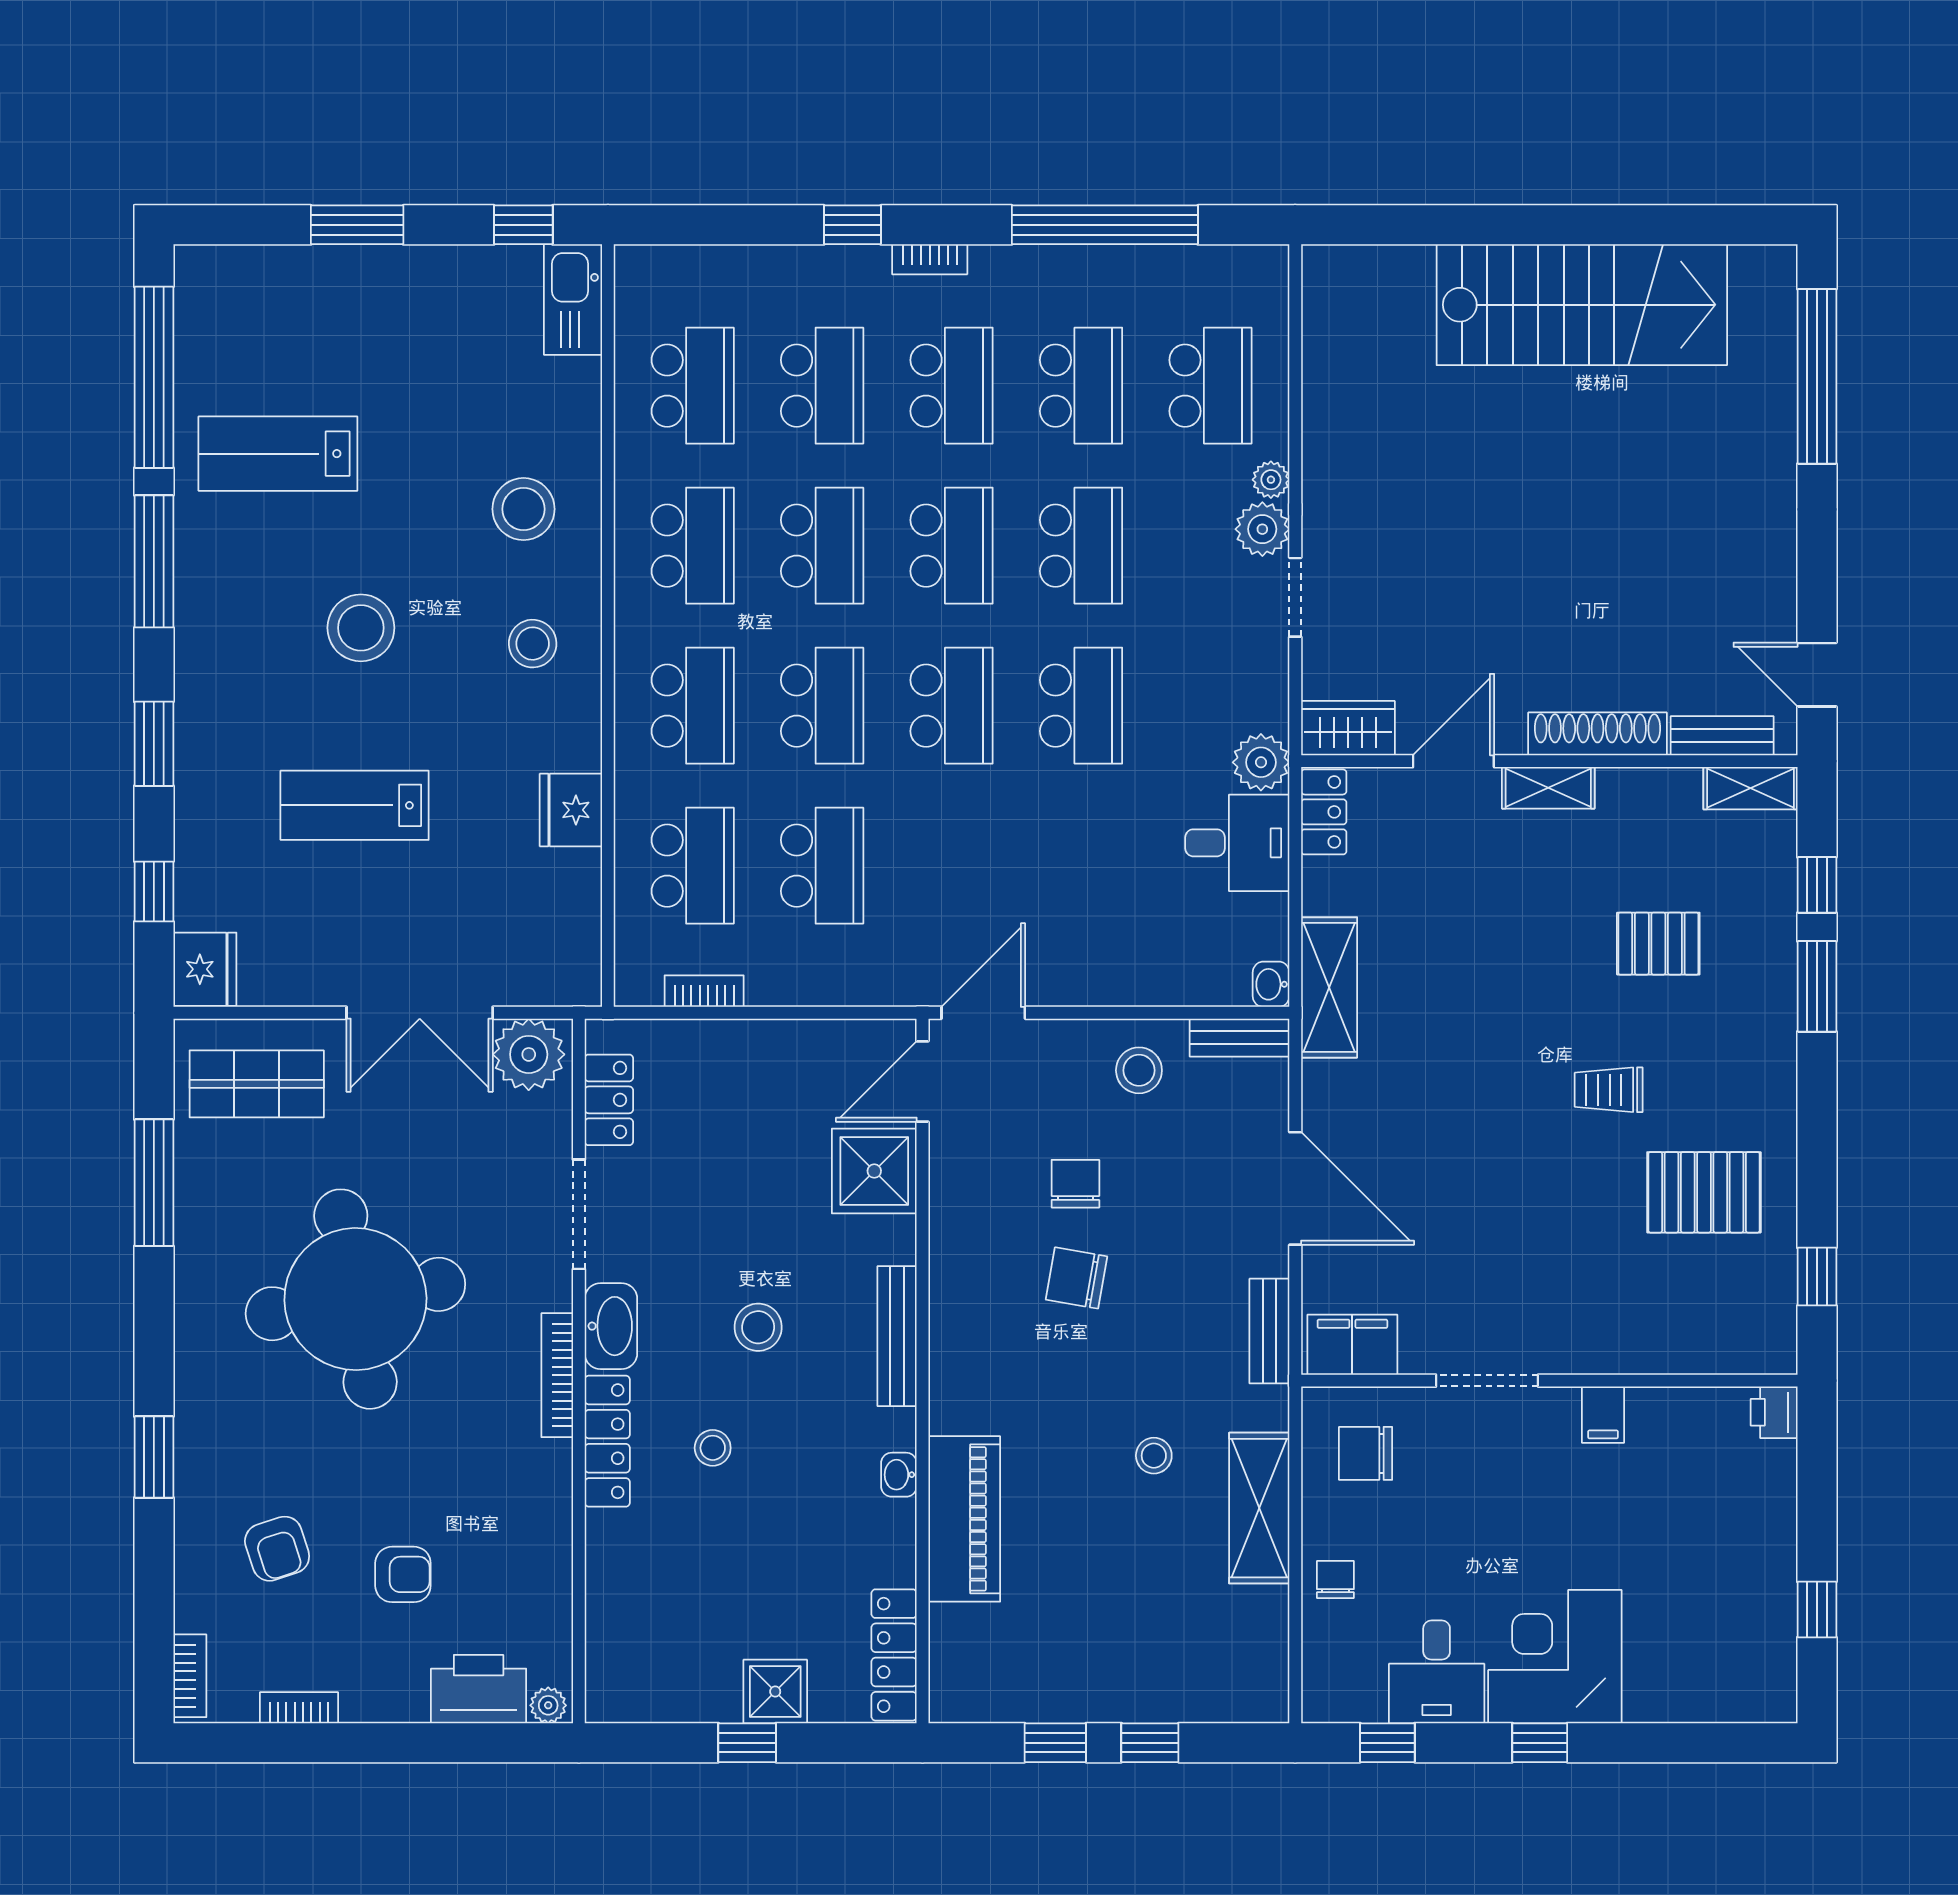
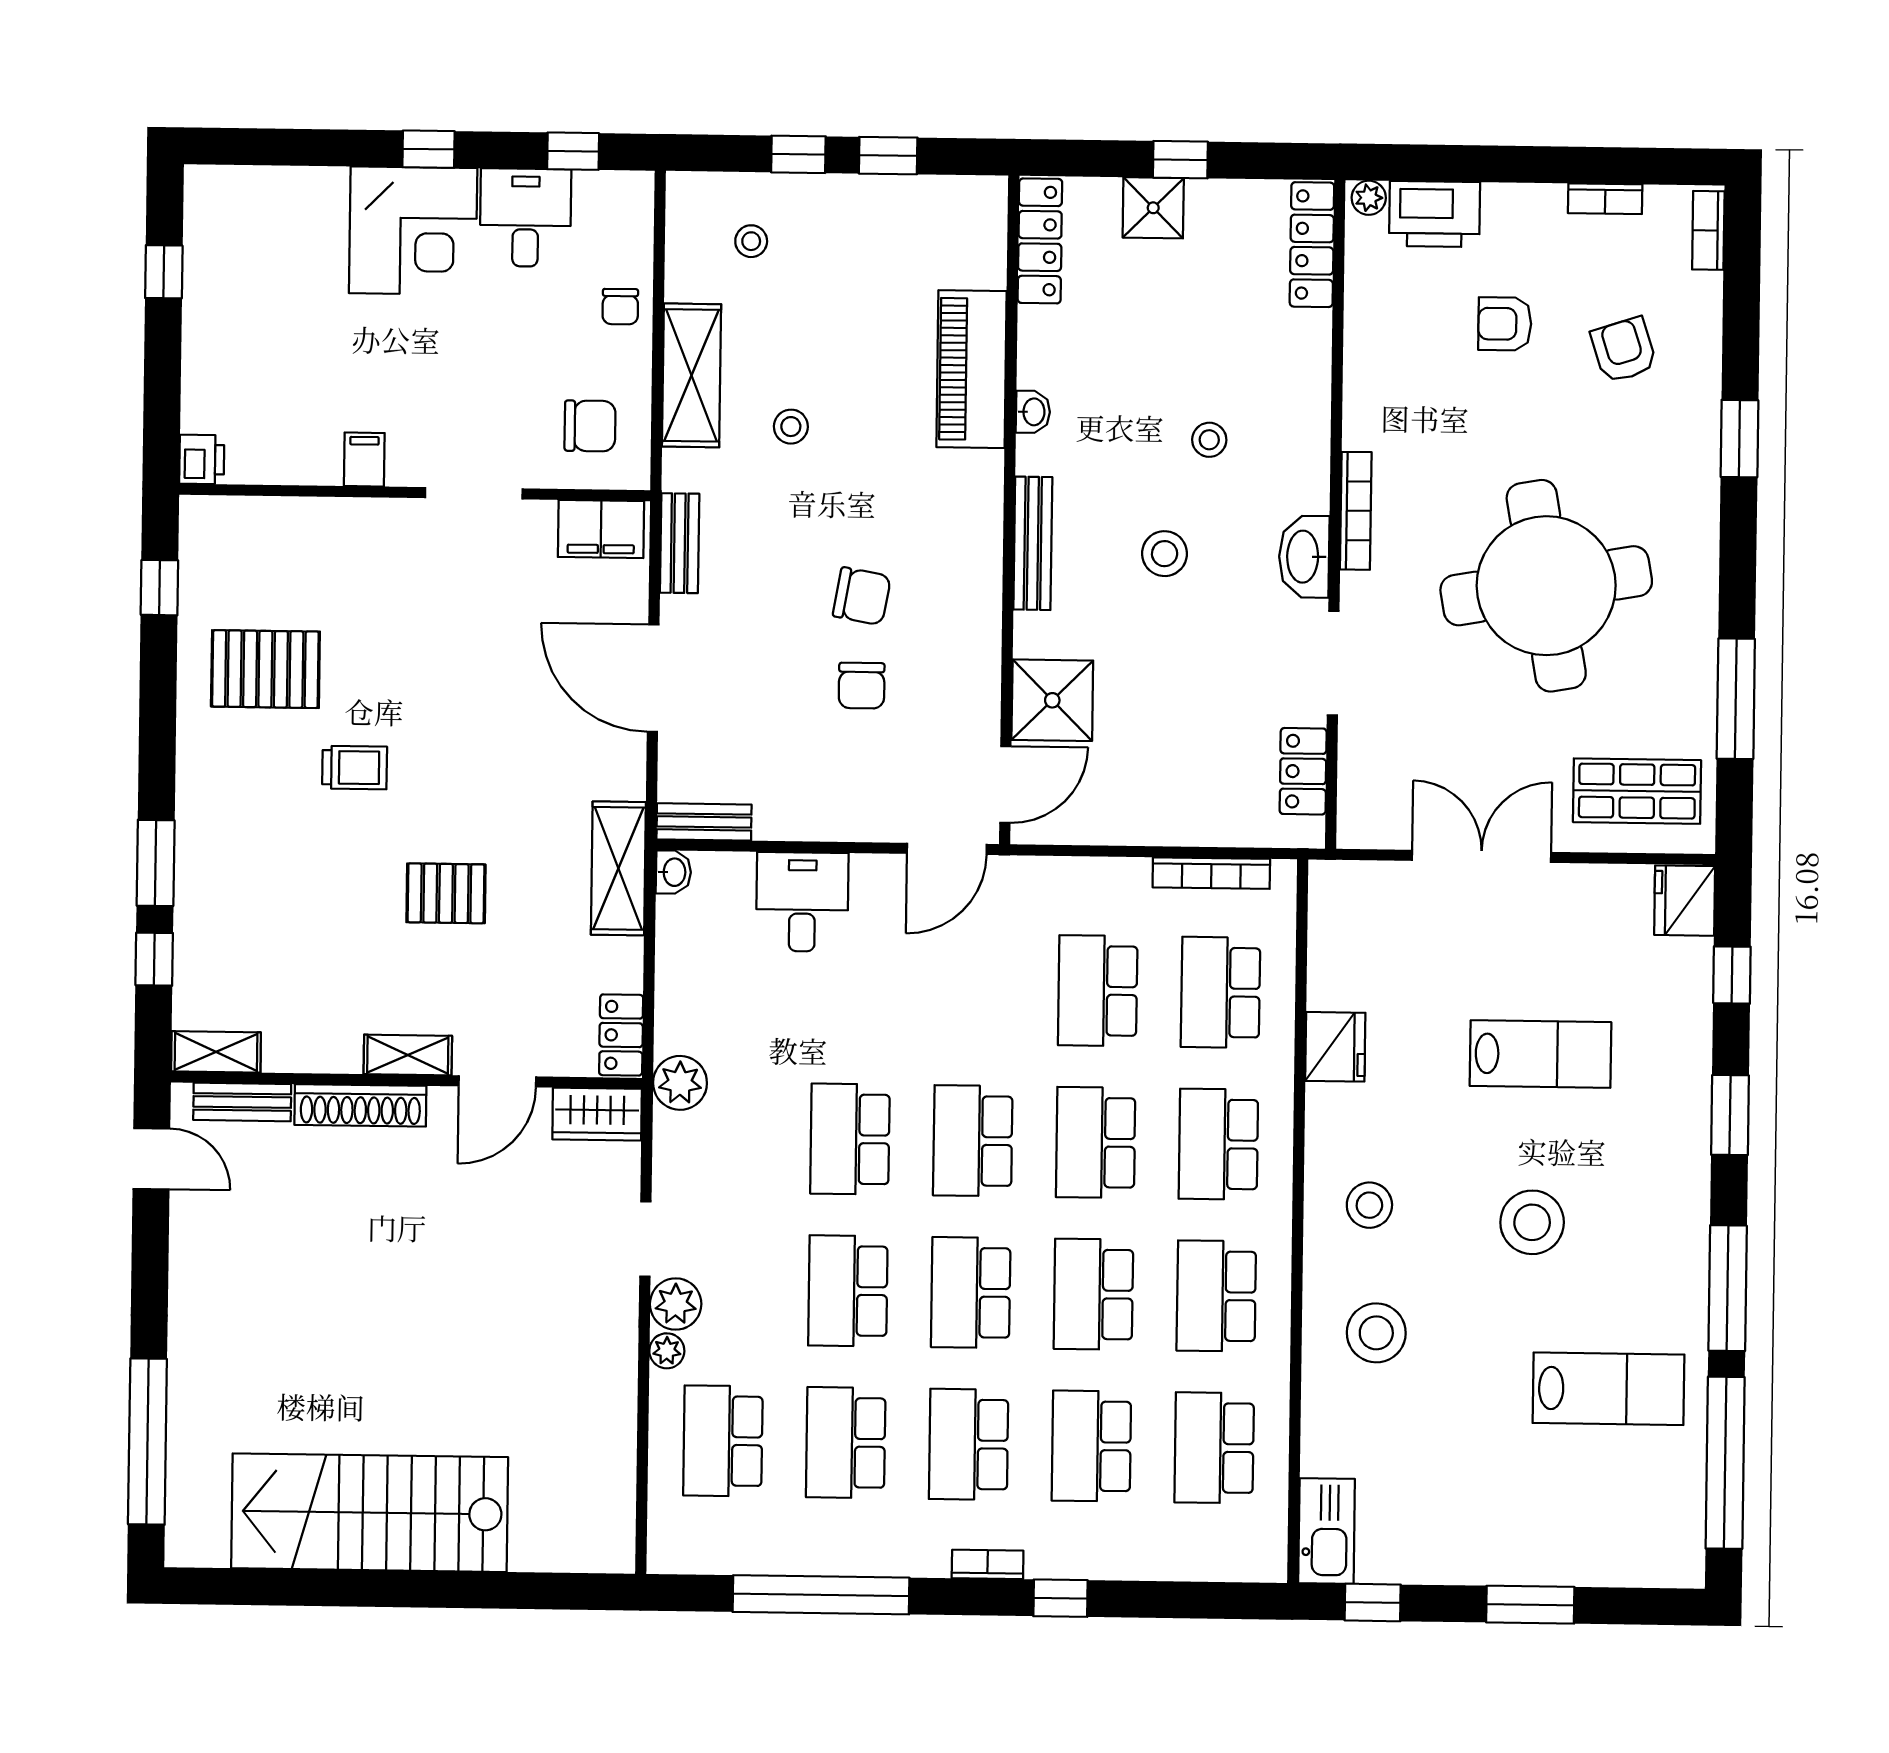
desk: (1237, 843) -> (802, 902), moved, turned 90
pallet: (1658, 944) -> (446, 893), moved
bookcase: (704, 991) -> (1211, 873), width x1.56
plant: (529, 1054) -> (1379, 815), removed
stool: (1139, 1070) -> (751, 241), moved, width x0.73, depth x0.73
locker: (607, 1441) -> (1312, 245), moved

